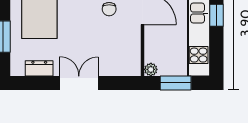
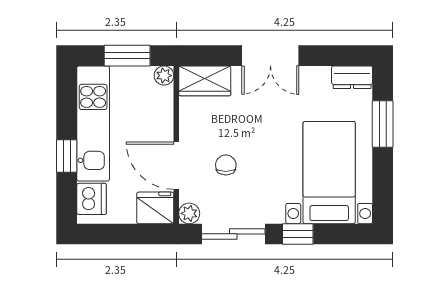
wardrobe: (123, 66) -> (205, 81), added
dresser: (39, 68) -> (352, 77), moved

